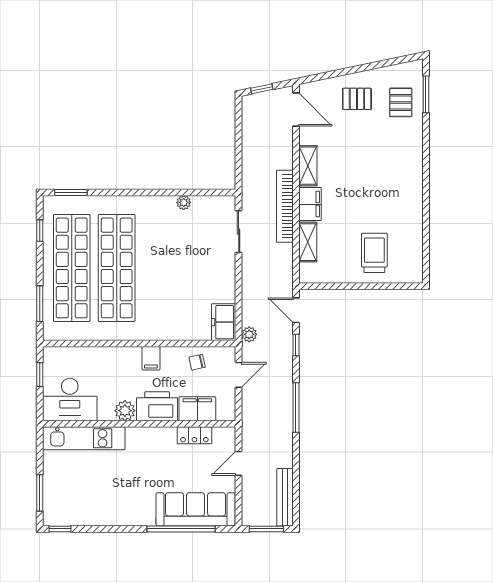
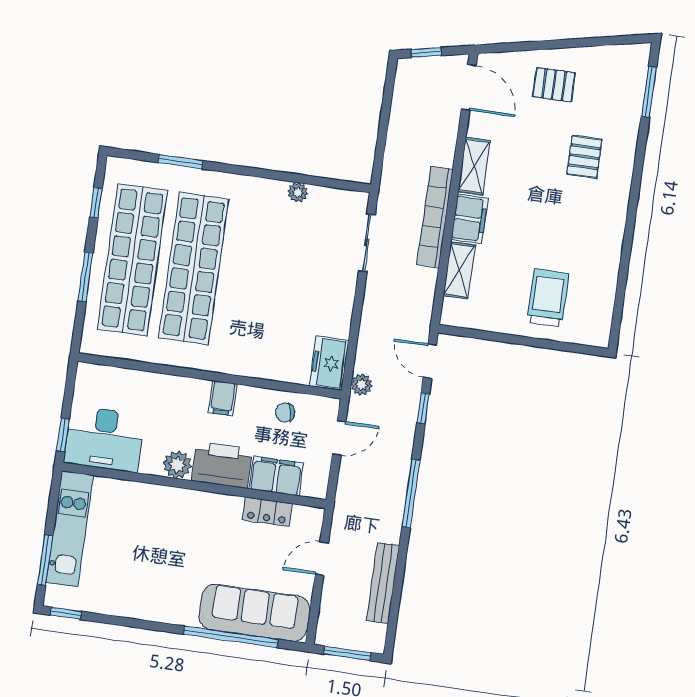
pallet: (401, 102) -> (584, 157), moved
window: (71, 192) -> (180, 162), moved
window: (40, 304) -> (85, 277), moved
window: (40, 375) -> (63, 435), moved
kitchen unit: (84, 438) -> (70, 529), moved, turned -90
bench: (285, 497) -> (383, 583), moved

